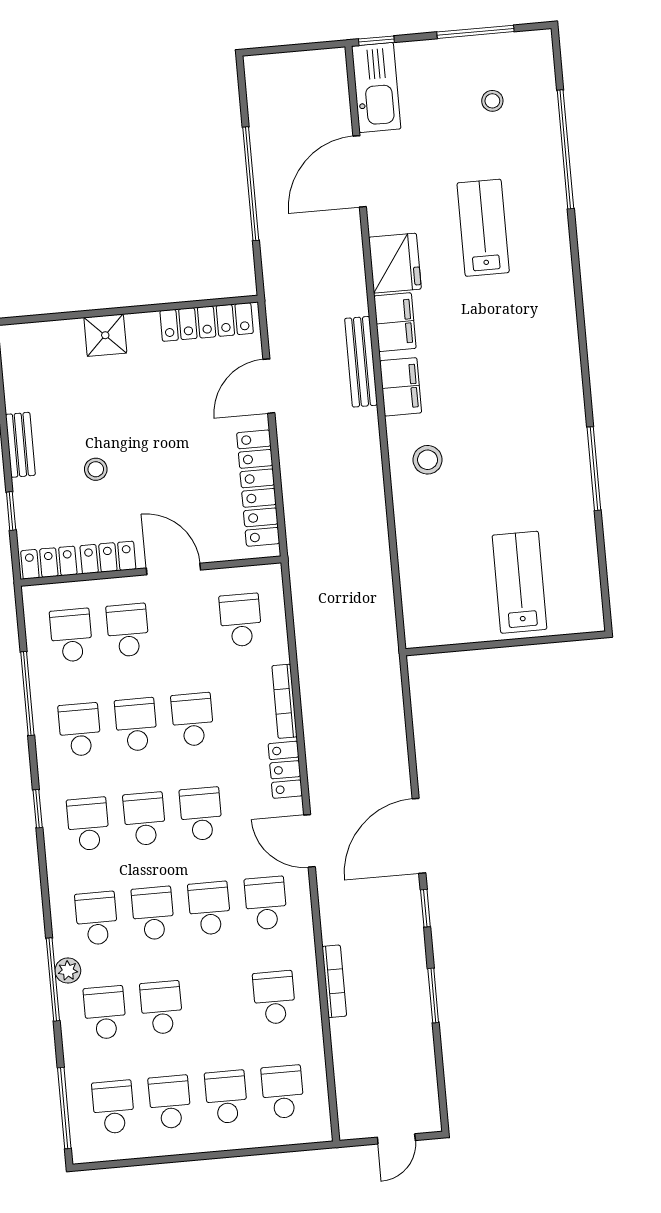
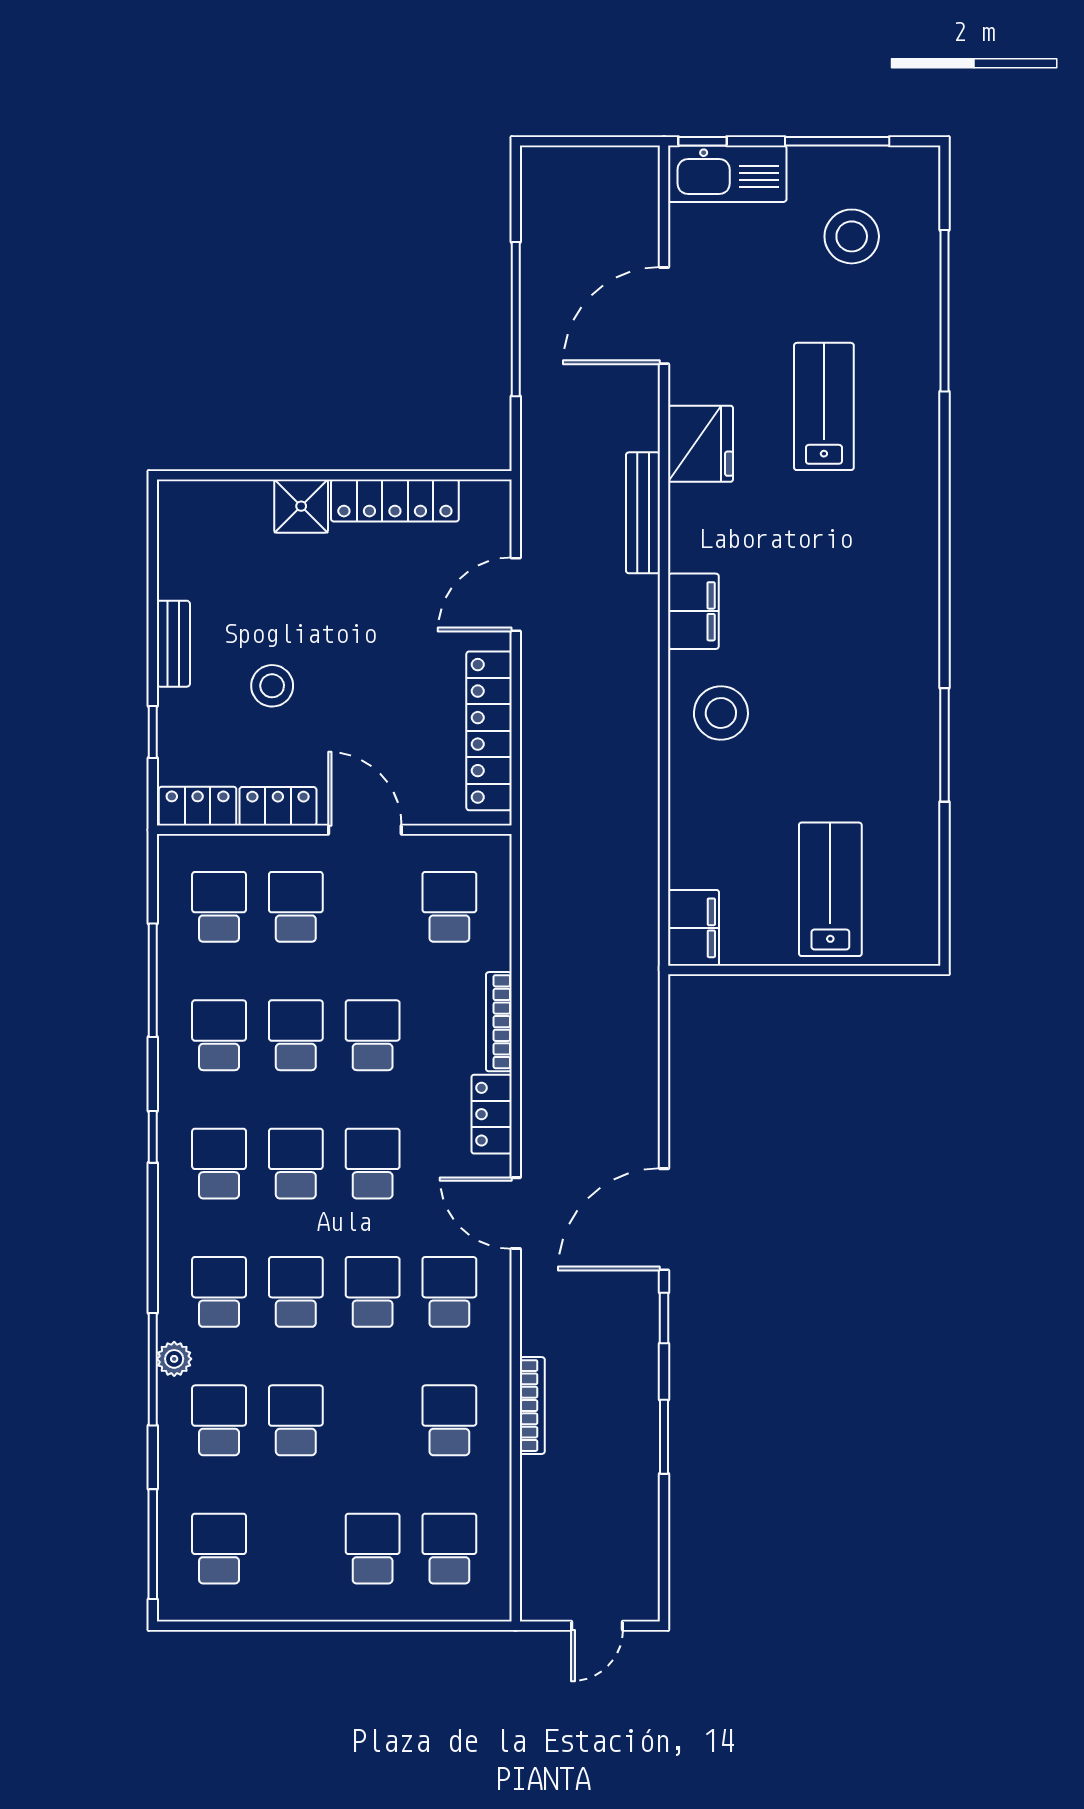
kitchen sink: (376, 87) -> (727, 174), moved, turned 90
stool: (492, 101) -> (852, 236), width x1.89, depth x1.89
locker: (207, 322) -> (395, 500), moved
filing cabinet: (395, 322) -> (694, 928), moved
bench: (361, 362) -> (643, 513), moved
stool: (428, 460) -> (721, 713), width x1.38, depth x1.38
stool: (96, 469) -> (272, 686), width x1.37, depth x1.37
school desk: (170, 1102) -> (296, 1549), removed

